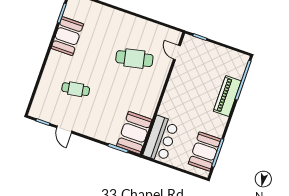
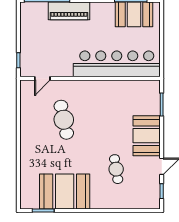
booth: (67, 36) -> (65, 191), width x1.36, depth x1.42
booth: (134, 133) -> (147, 136), moved, turned 90
bar counter: (161, 139) -> (117, 64), width x1.86

